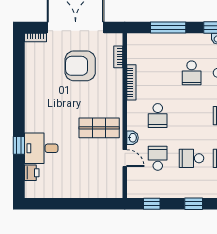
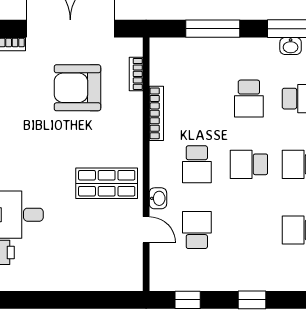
school desk: (192, 158) -> (249, 164), moved

